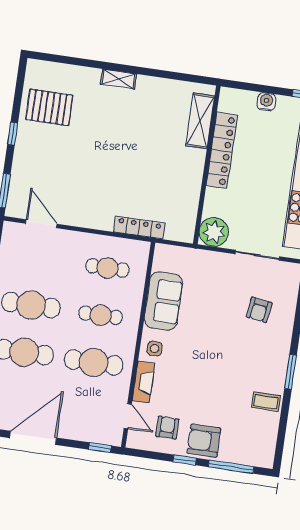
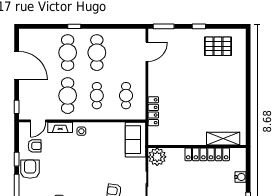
shelving: (119, 79) -> (241, 86), removed
pallet: (49, 107) -> (218, 46), turned 90
sofa: (163, 301) -> (135, 140), moved, turned 90

